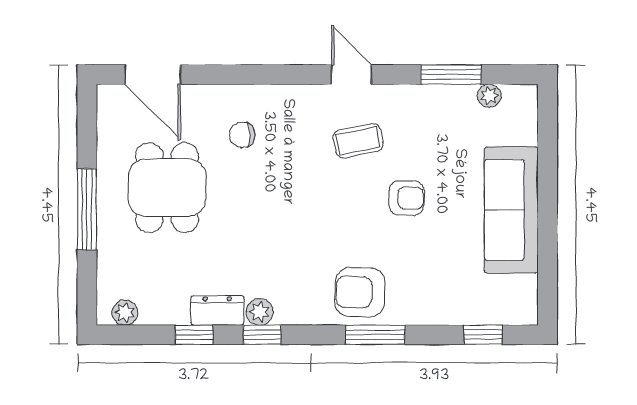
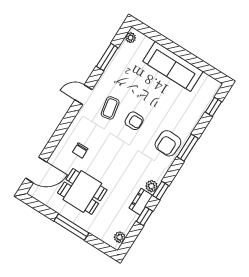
plant: (489, 96) -> (131, 38), moved
armchair: (406, 198) -> (134, 121), moved, turned 90

